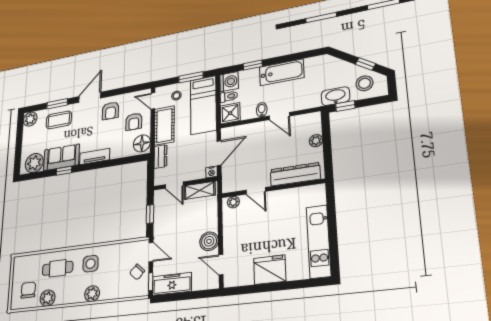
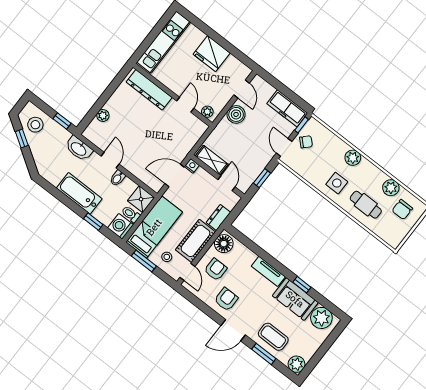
washbasin: (335, 96) -> (79, 149), moved
dresser: (295, 174) -> (149, 90), moved
wall: (272, 188) -> (173, 95), moved
door: (256, 191) -> (185, 105), moved
plant: (233, 202) -> (207, 112), moved

